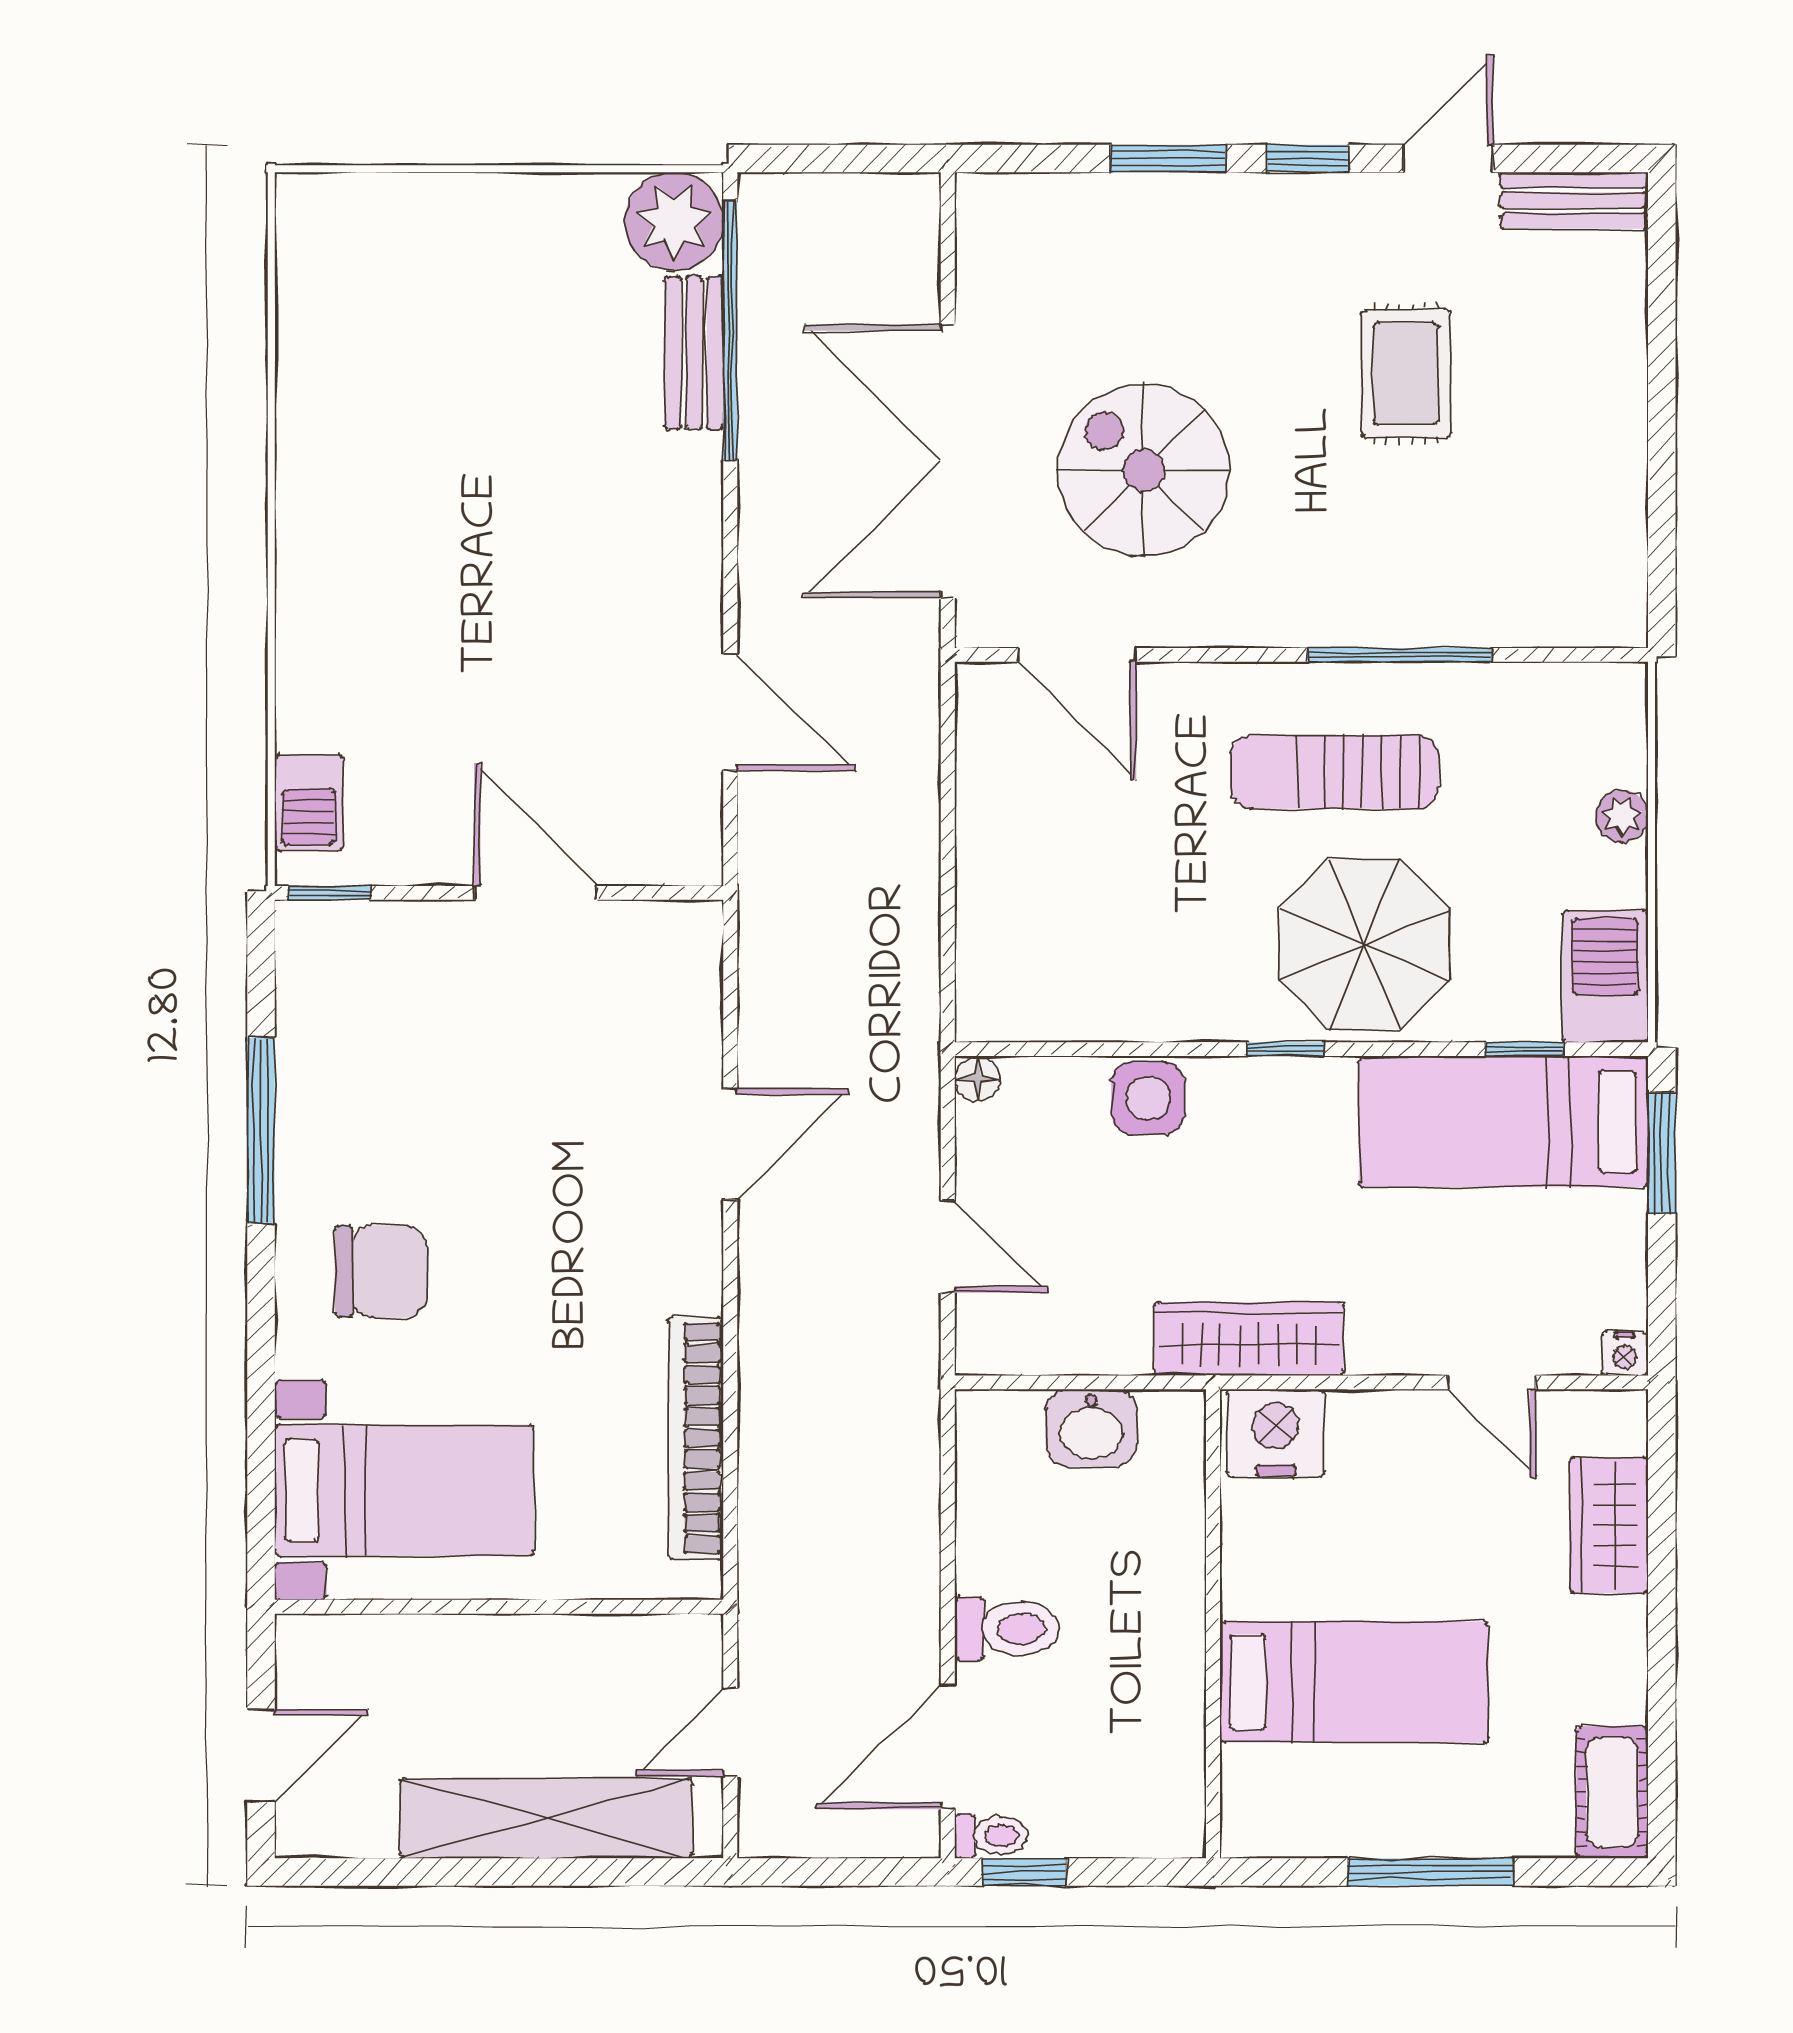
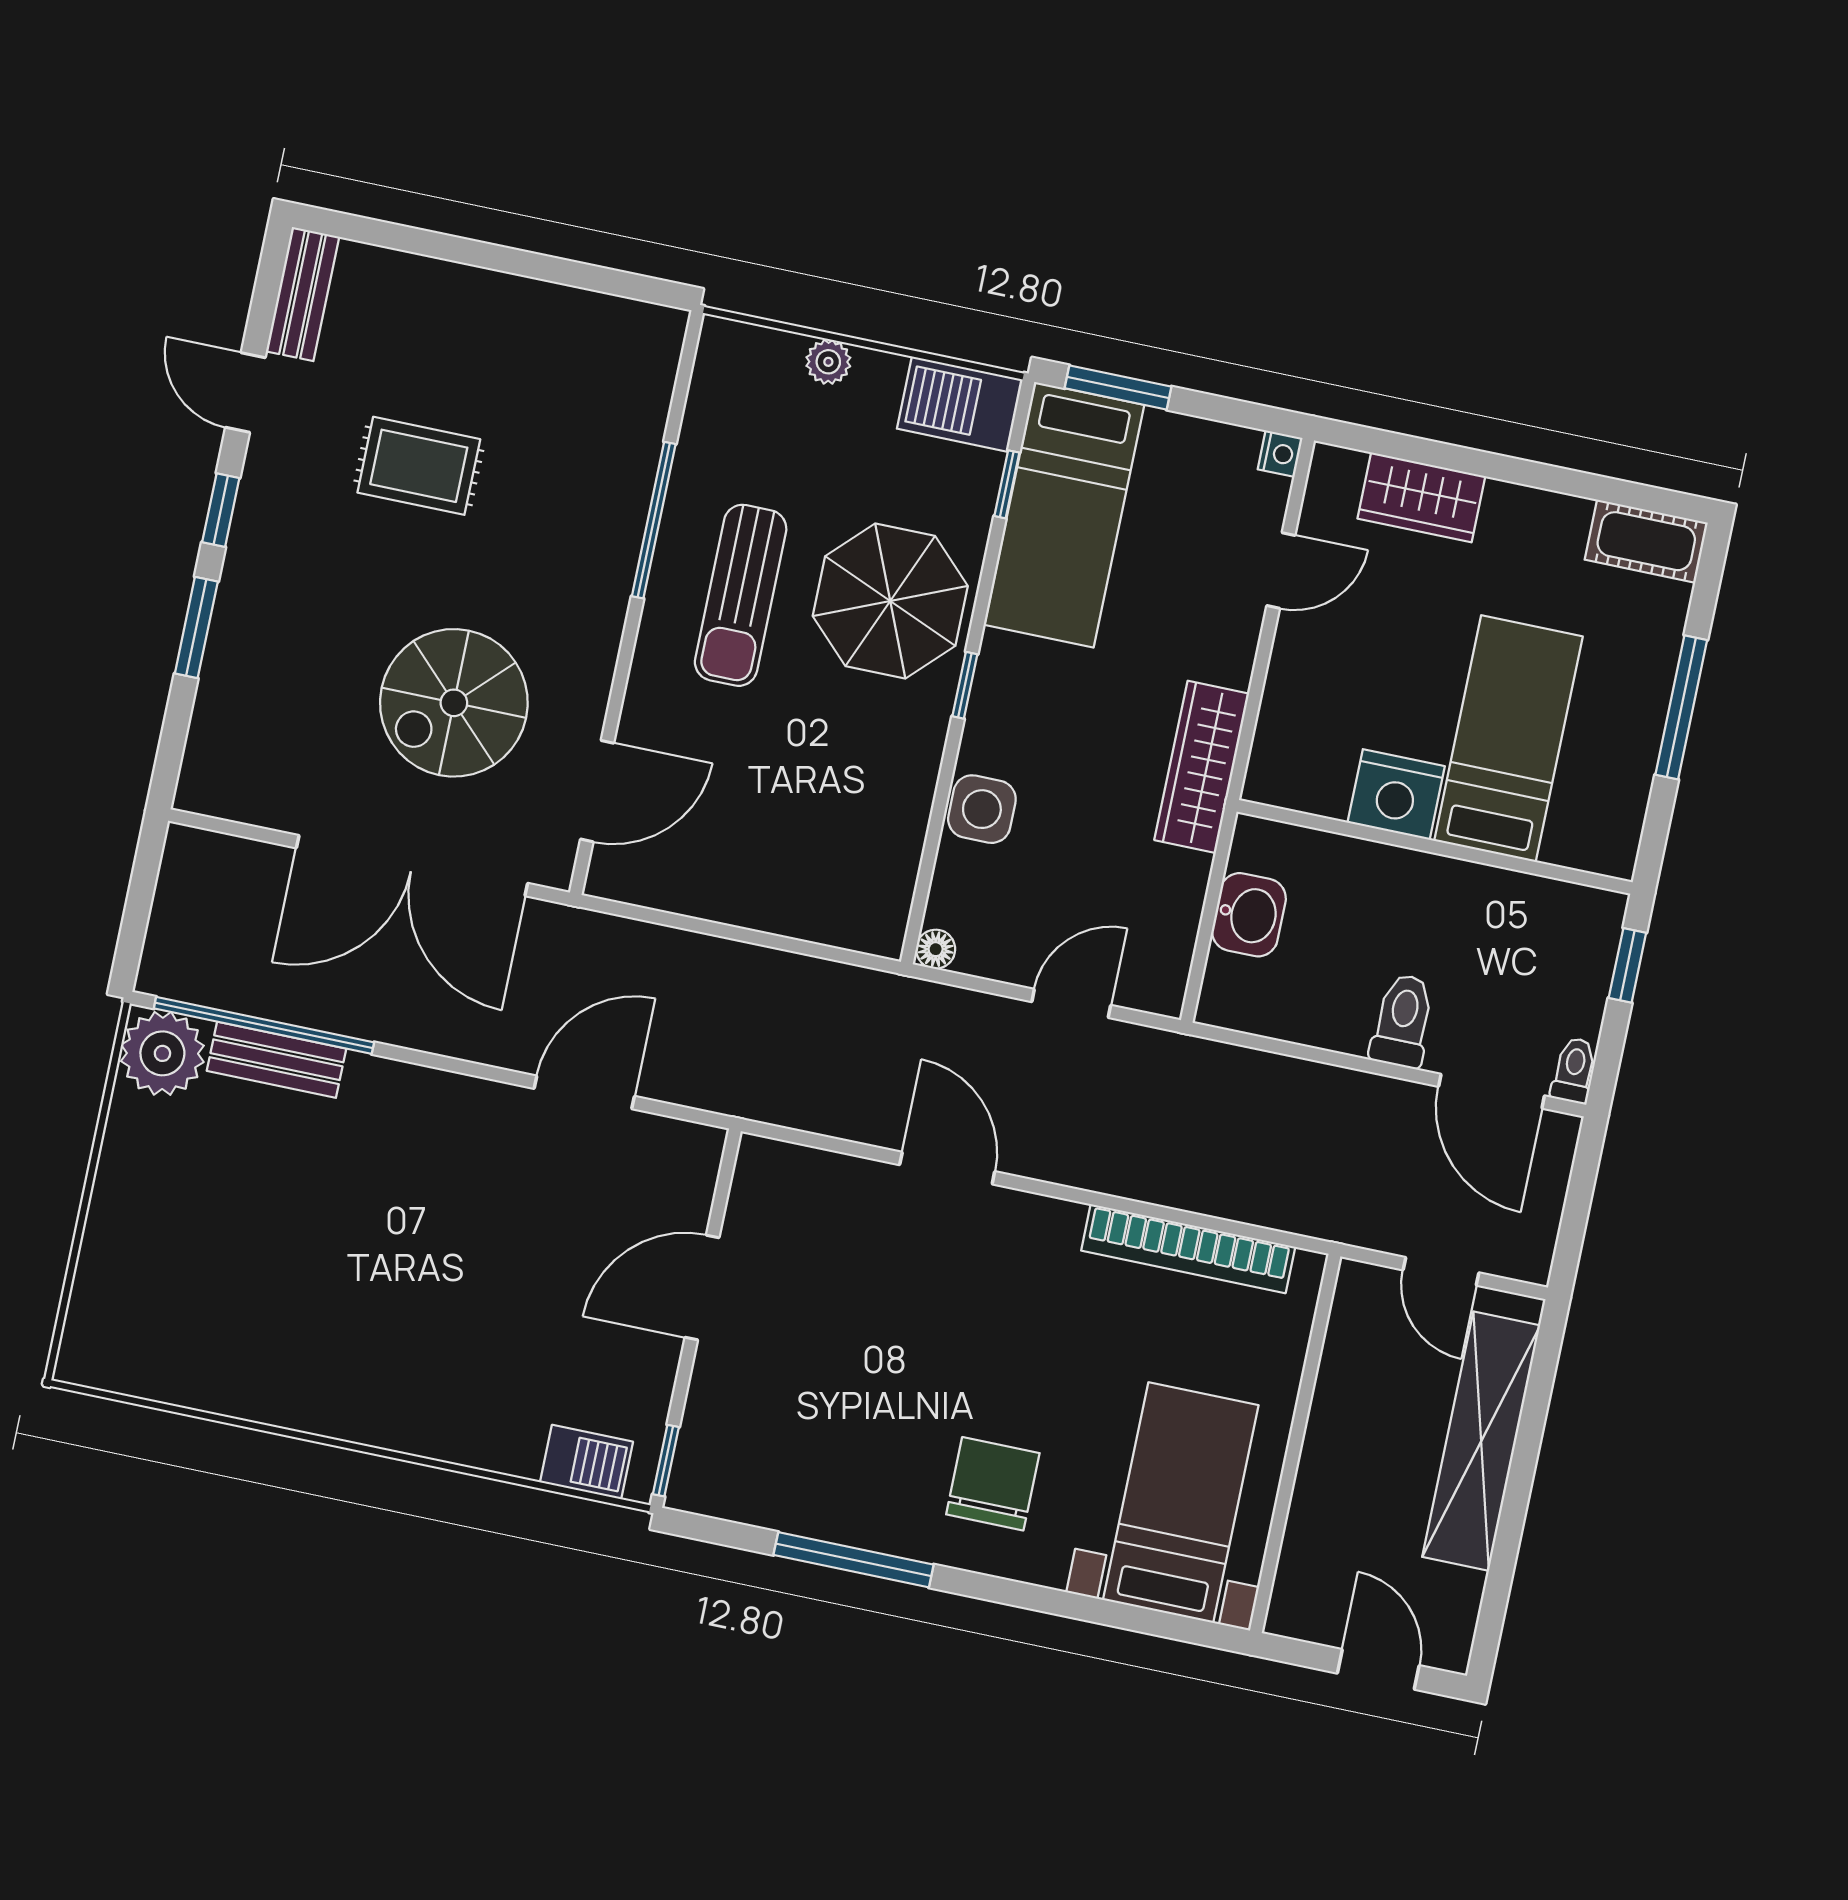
nightstand: (1276, 1433) -> (1396, 794), moved, turned -90
window: (1024, 1872) -> (1627, 965), moved

